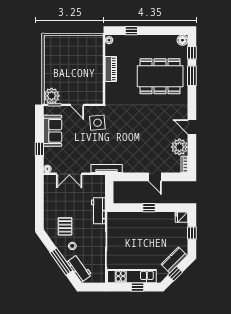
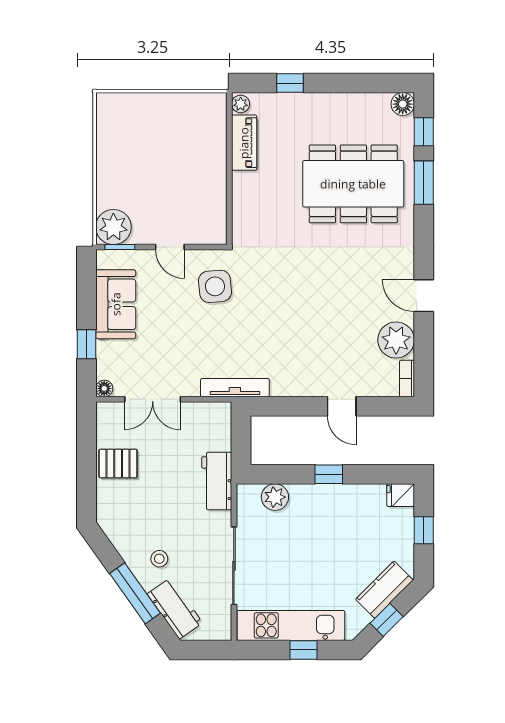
piano: (111, 69) -> (244, 143), moved
plant: (125, 218) -> (275, 497), added
pallet: (65, 226) -> (118, 463), moved, turned 90

